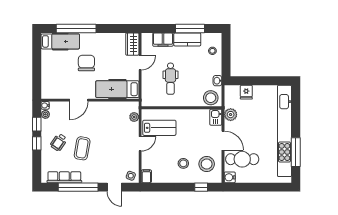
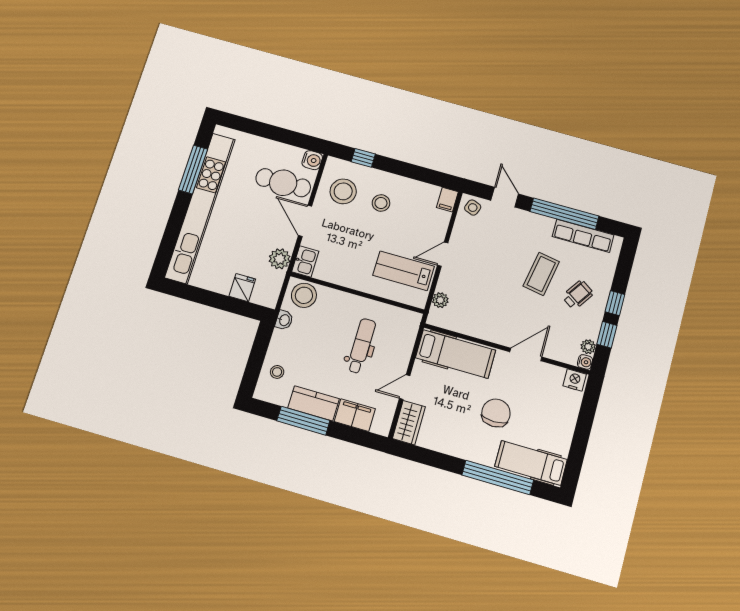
chair: (86, 63) -> (496, 413), turned 180
nightstand: (48, 94) -> (575, 380), added

